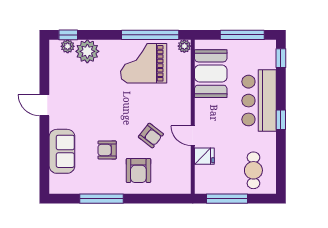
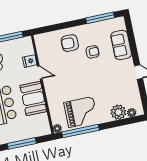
window: (68, 35) -> (133, 120), removed
booth: (211, 74) -> (33, 98), moved
armchair: (151, 136) -> (67, 67), removed
armchair: (138, 171) -> (70, 43), turned -90
window: (102, 199) -> (100, 18), moved

